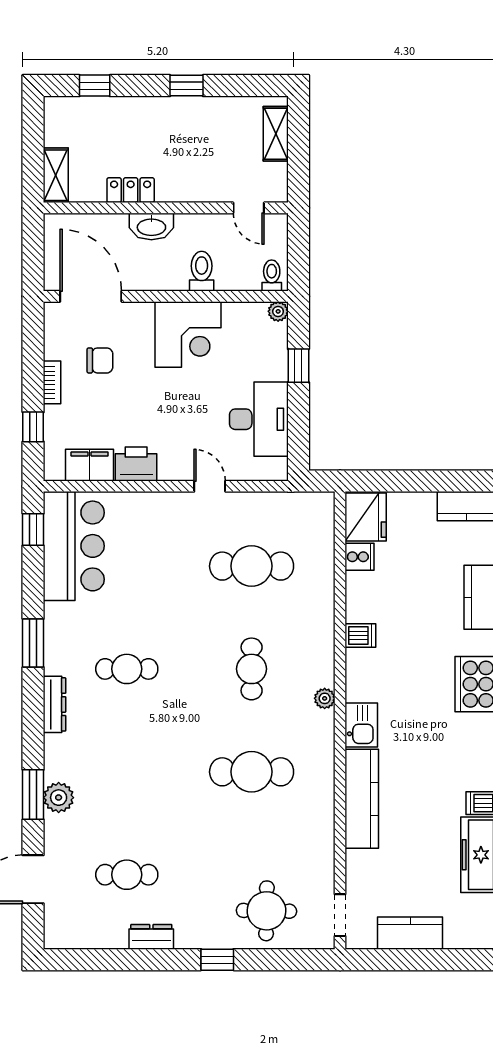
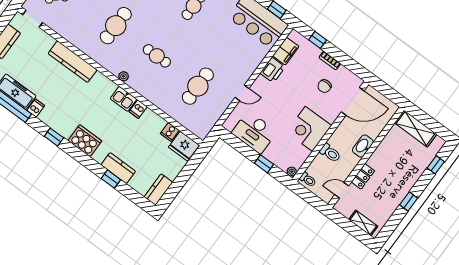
shelving: (56, 175) -> (416, 129), width x1.50, depth x1.33
locker: (131, 190) -> (363, 176), moved
kitchen sink: (361, 725) -> (123, 99), moved

